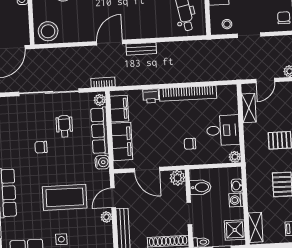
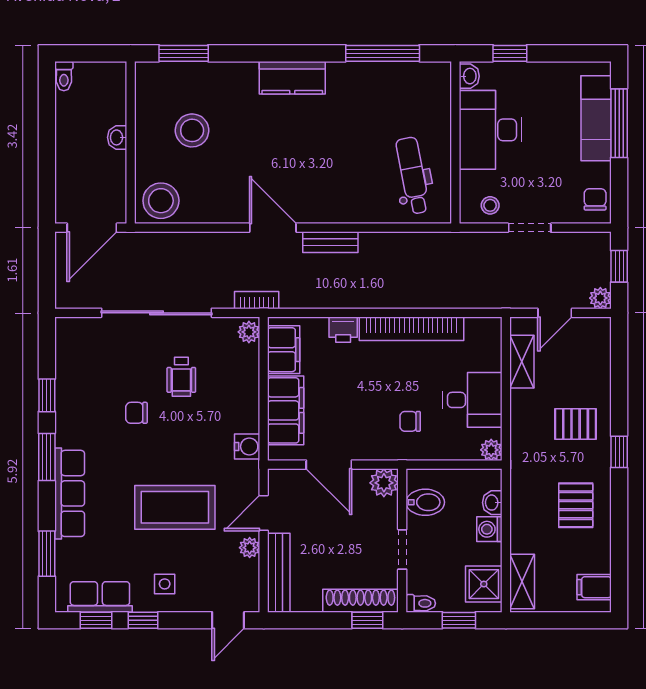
door: (110, 43) -> (273, 228), hinge flipped
wheelchair: (64, 126) -> (181, 377), turned 180
row of seats: (100, 131) -> (246, 388), removed

